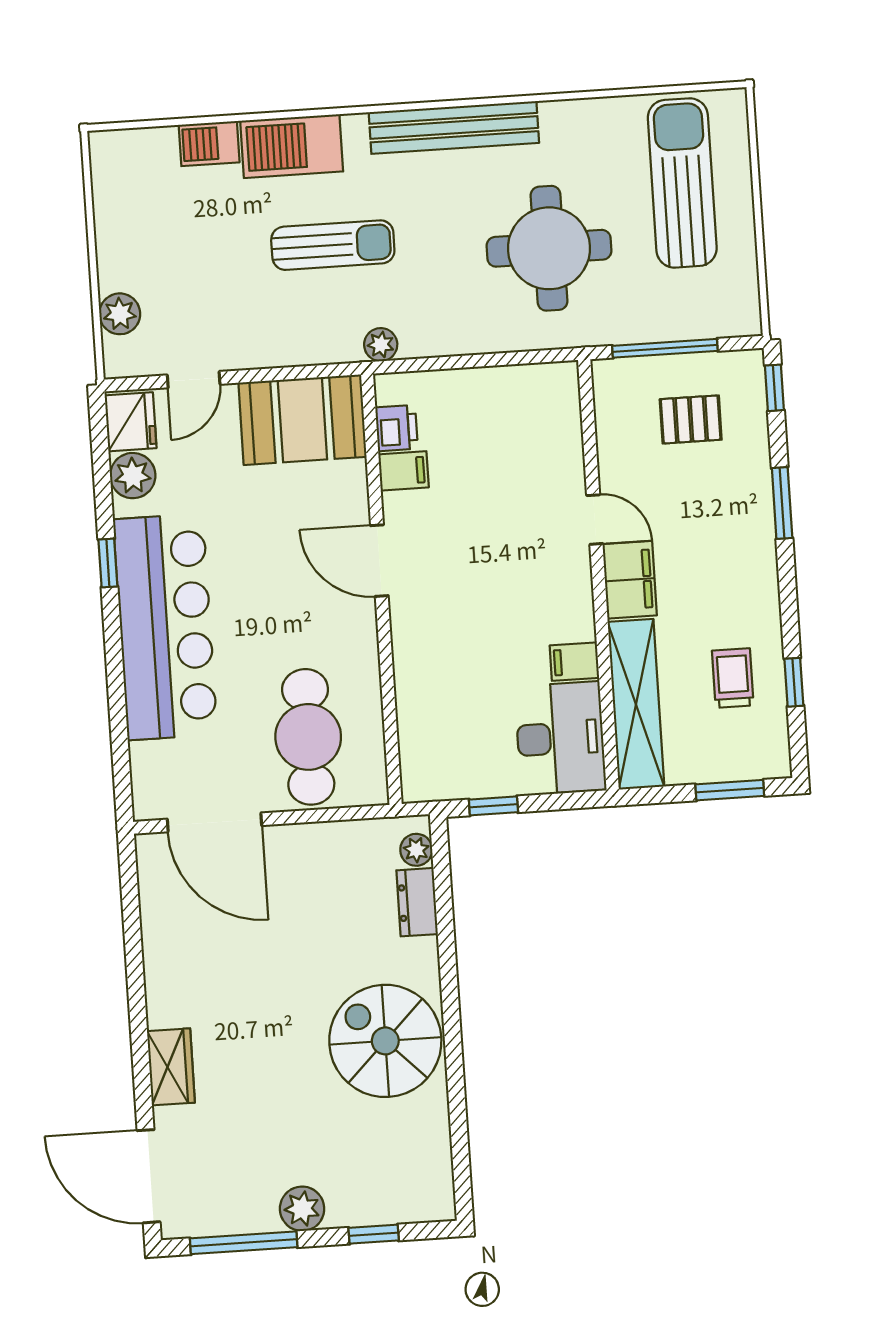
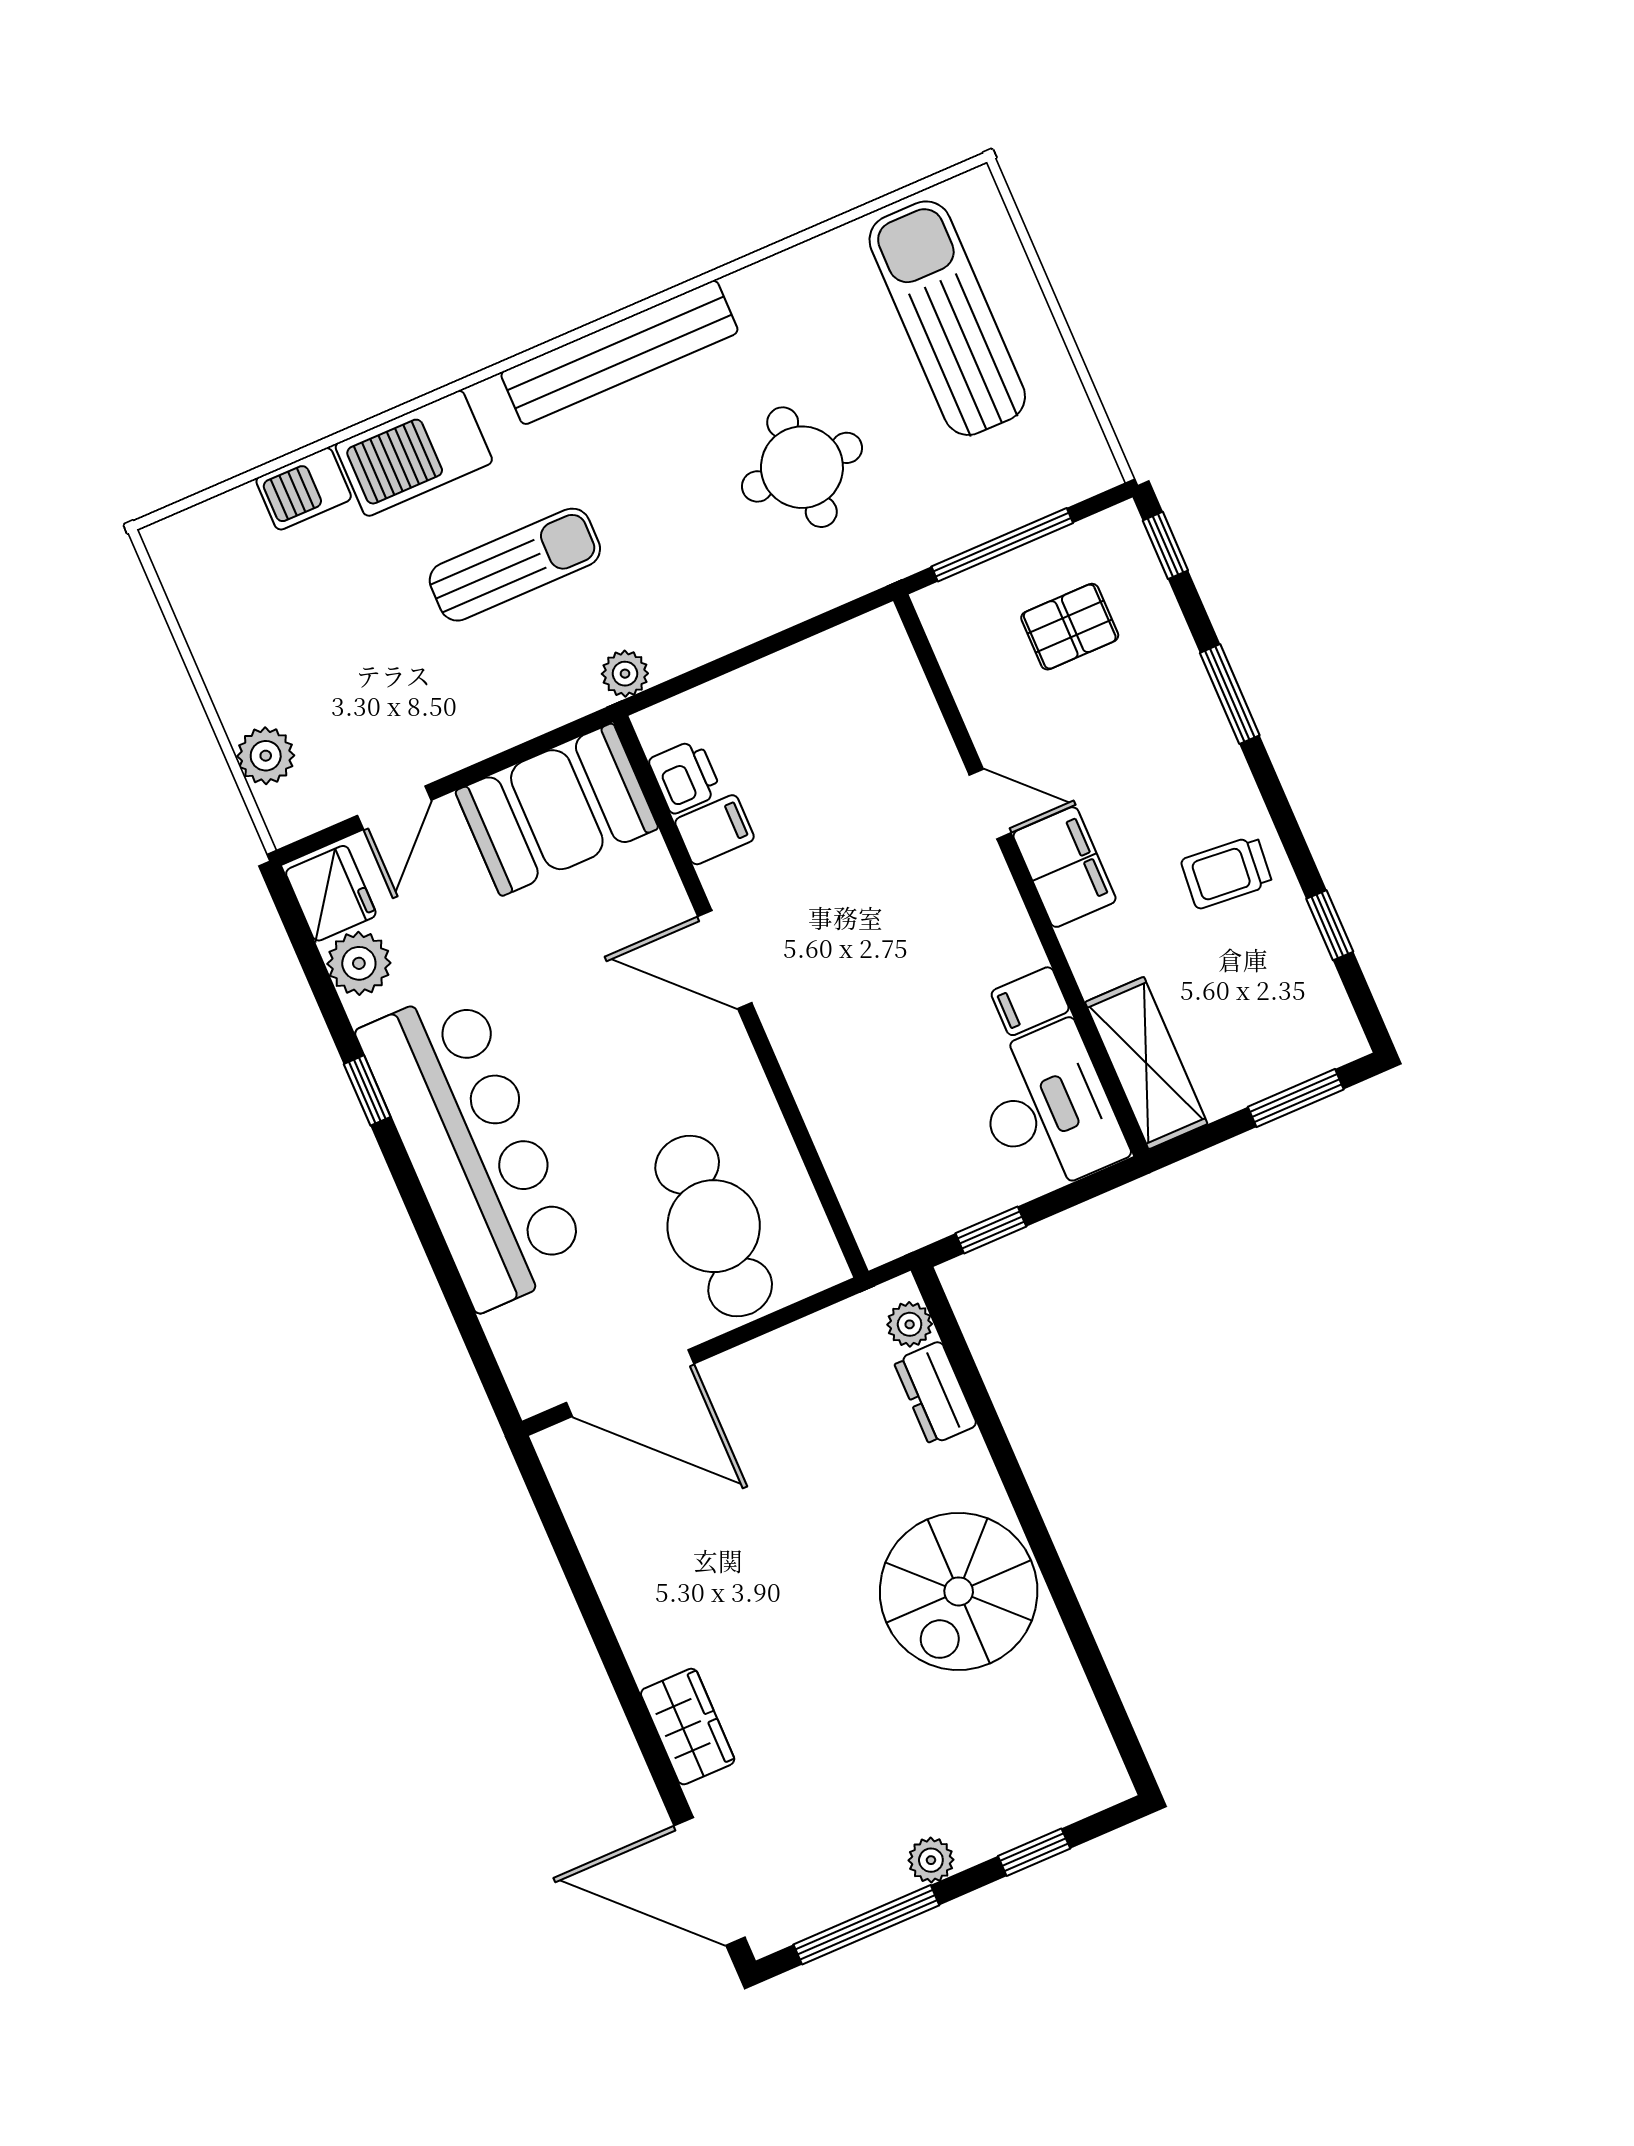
round table: (549, 248) -> (802, 467), width x0.73, depth x0.73
trolley: (733, 678) -> (1227, 872), moved, turned -85
shelving: (636, 704) -> (1146, 1063), width x0.68
spiral stairs: (385, 1041) -> (959, 1591), turned -90
plant: (302, 1209) -> (931, 1860), width x0.73, depth x0.73

